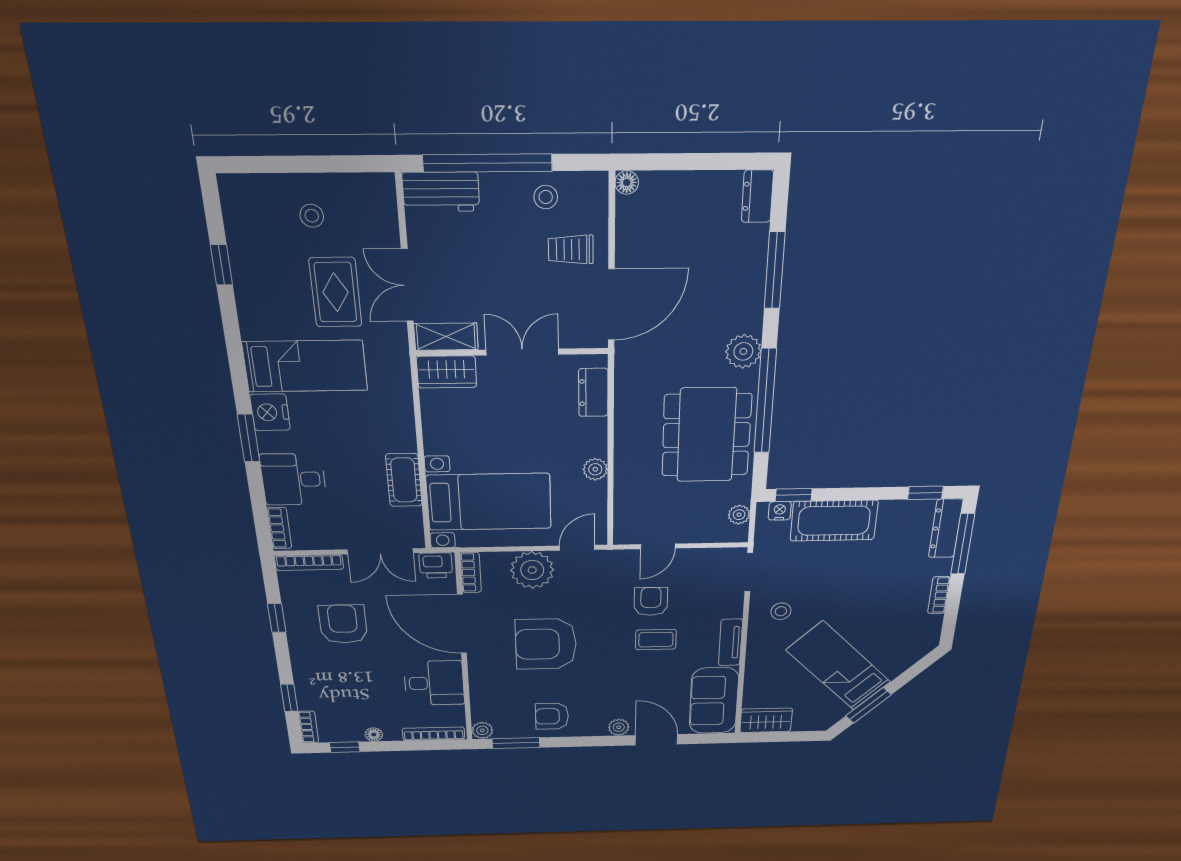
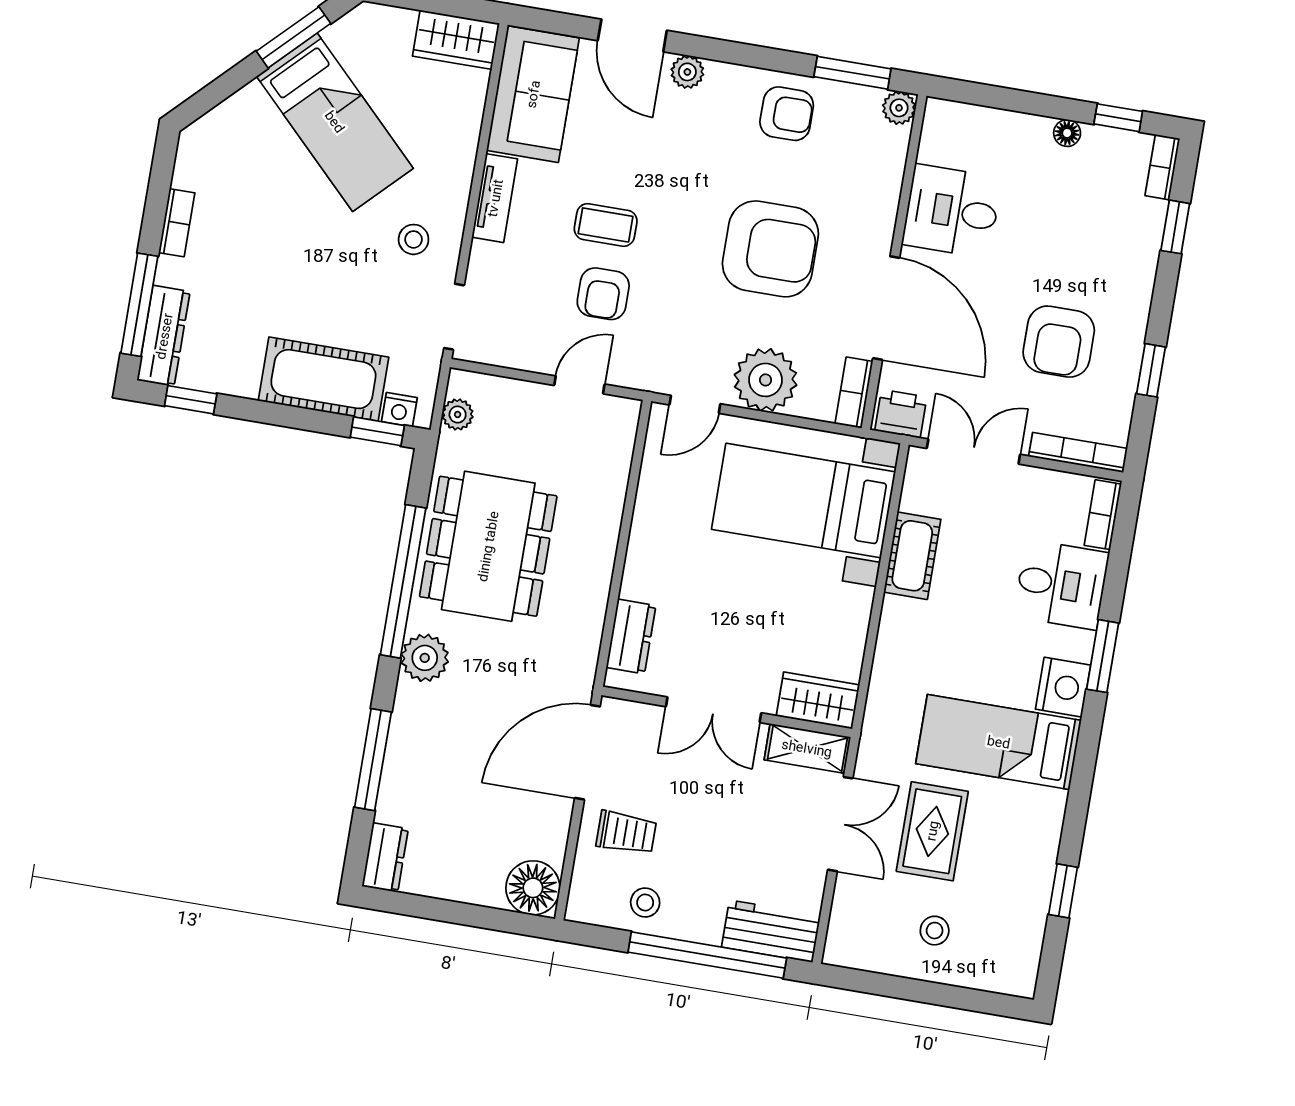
floor lamp: (627, 182) -> (533, 888), width x1.89, depth x1.89
plant: (595, 469) -> (648, 523), removed
bookcase: (434, 734) -> (975, 116), removed

